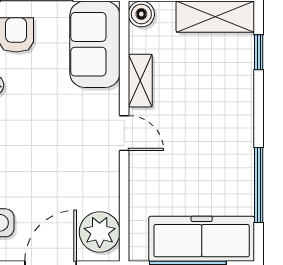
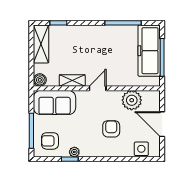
armchair: (41, 161) -> (111, 129), added
plant: (100, 232) -> (132, 100), moved

